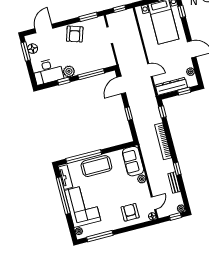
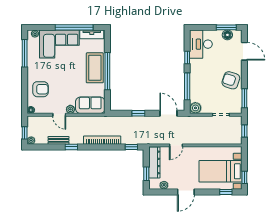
plant: (69, 71) -> (195, 108), moved
window: (84, 157) -> (107, 71), moved
door: (154, 203) -> (59, 115), moved

